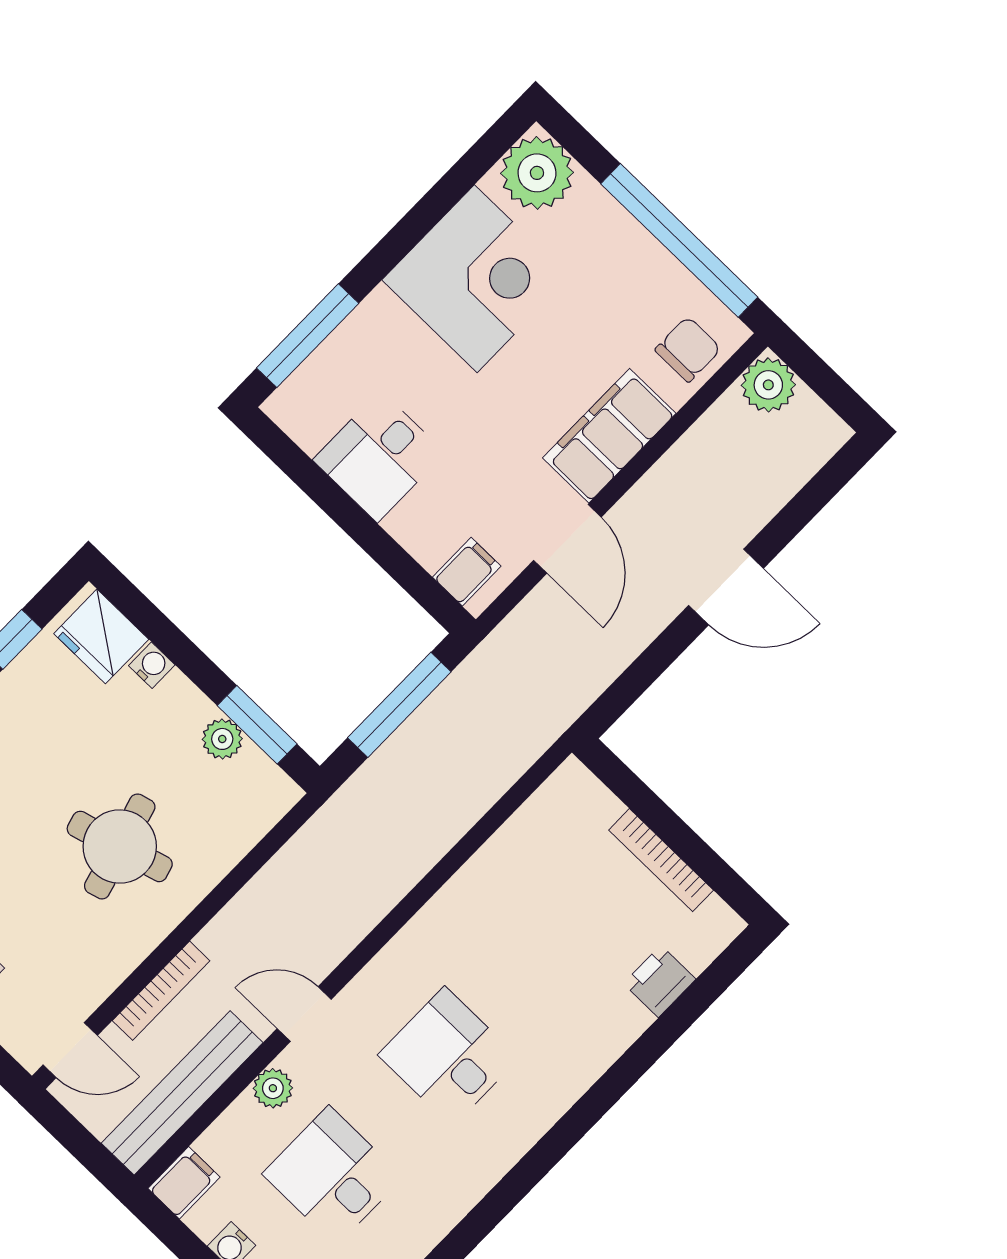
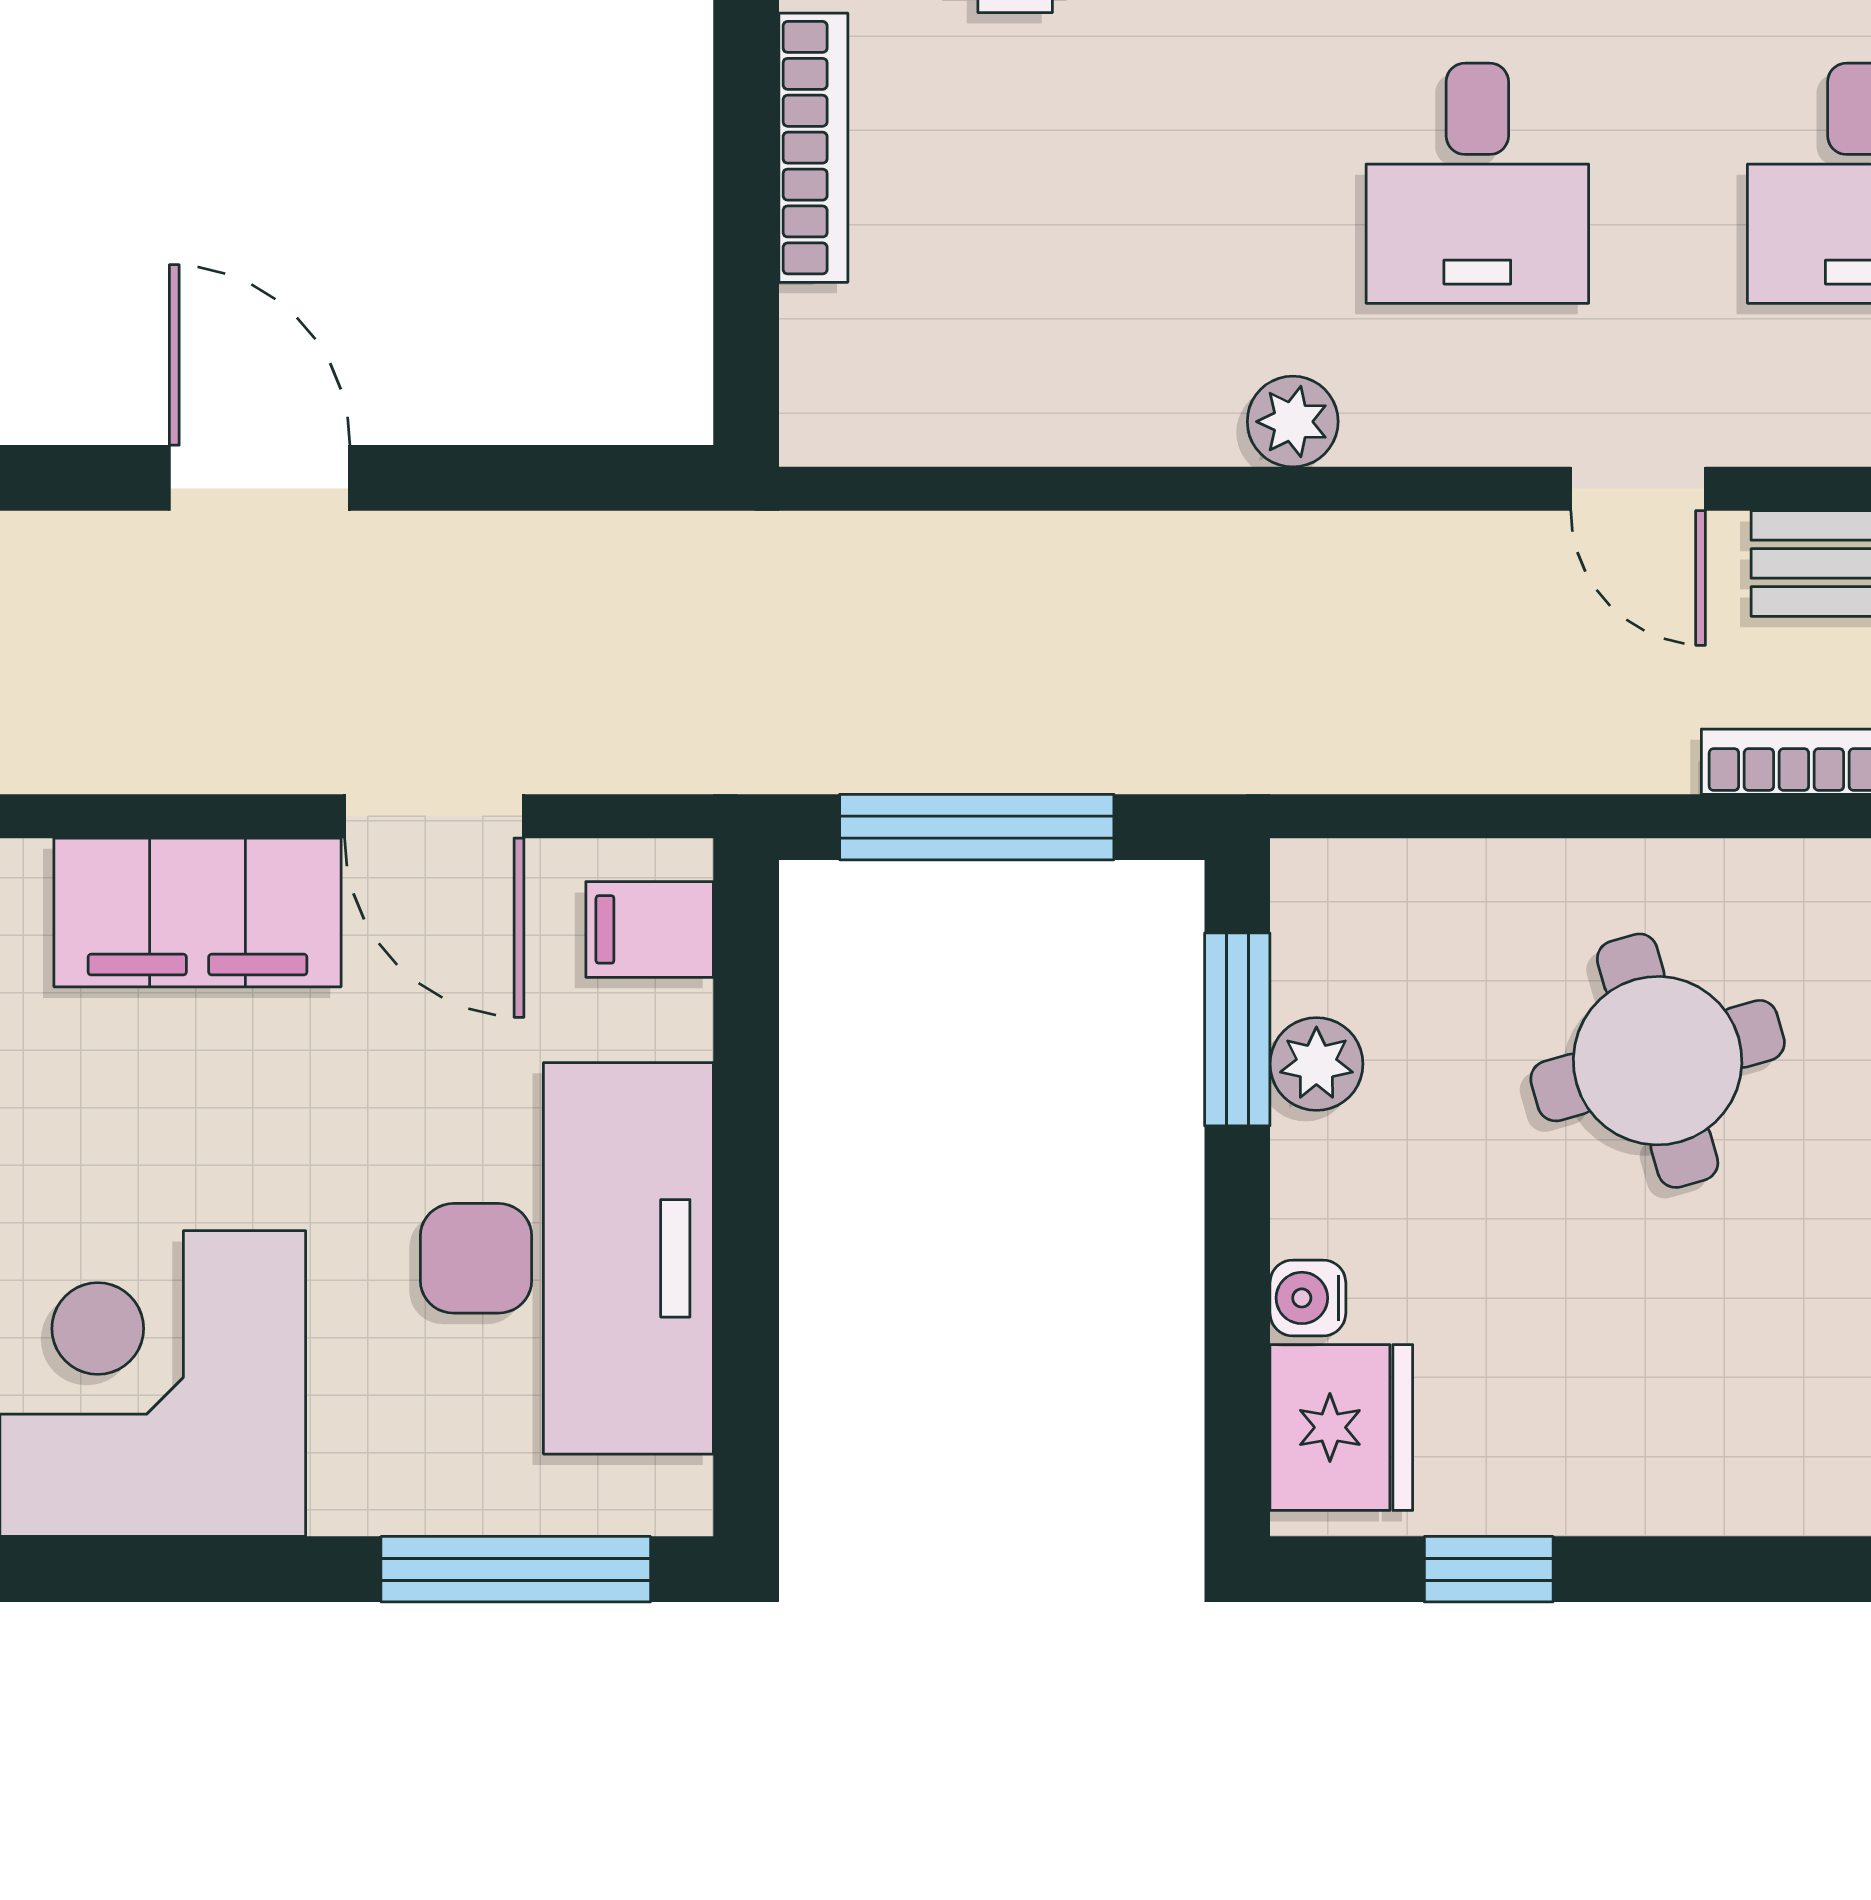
desk: (379, 457) -> (567, 1258), width x1.87, depth x1.30
door: (567, 539) -> (434, 816), swing flipped
plant: (273, 1088) -> (1293, 422), moved

